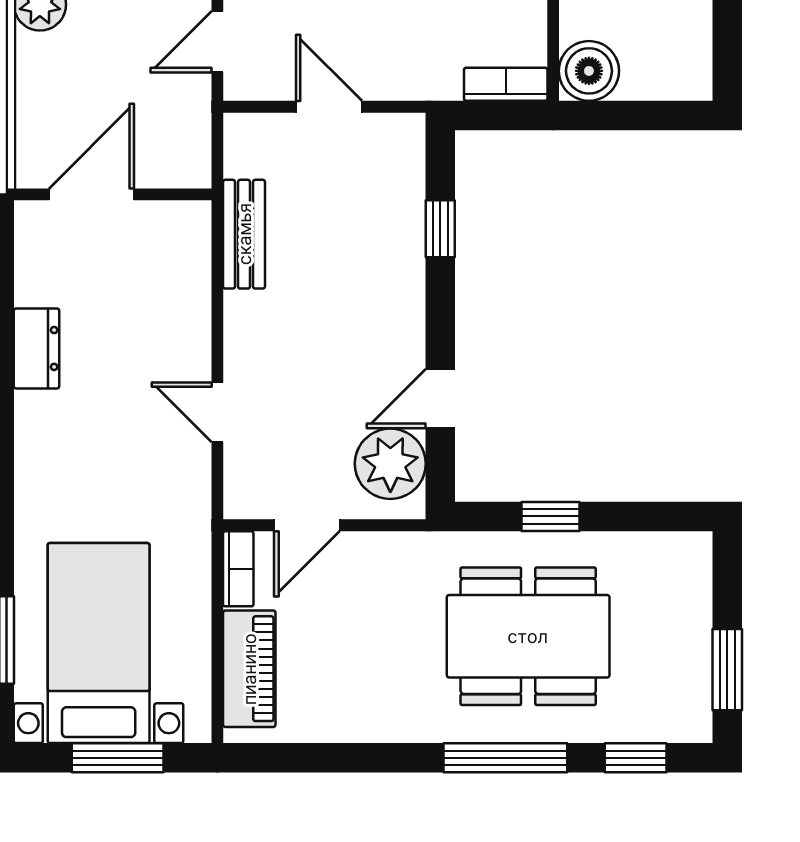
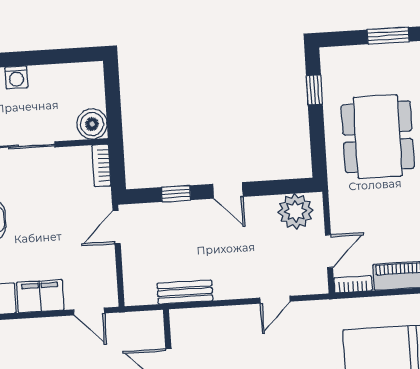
door: (329, 107) -> (117, 227), moved
door: (440, 399) -> (228, 190), moved
window: (551, 516) -> (314, 90), moved
door: (307, 525) -> (329, 251), hinge flipped

